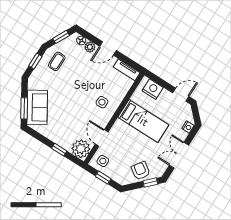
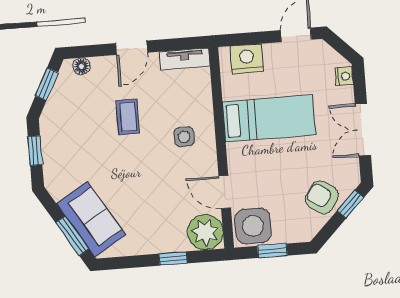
plant: (90, 47) -> (102, 66), removed
coffee table: (57, 61) -> (128, 117), moved
side table: (103, 161) -> (253, 226), width x1.87, depth x1.87

